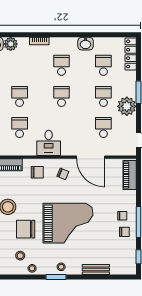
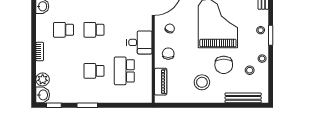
school desk: (20, 127) -> (124, 71), width x1.85

